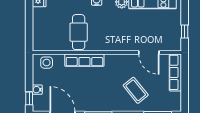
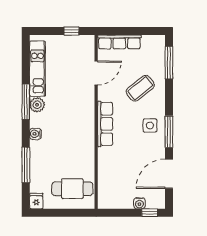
cafe table: (79, 32) -> (72, 189), moved
row of seats: (84, 60) -> (105, 124), moved
side table: (47, 63) -> (150, 125), moved

